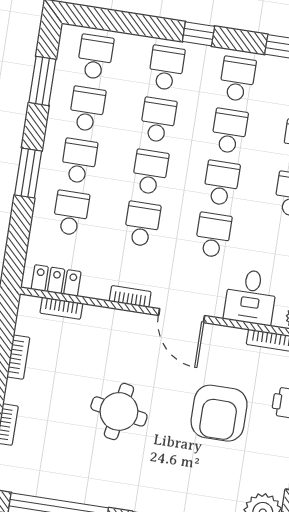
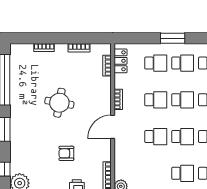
desk: (251, 297) -> (127, 160), removed
armchair: (219, 413) -> (66, 153), width x0.53, depth x0.53

